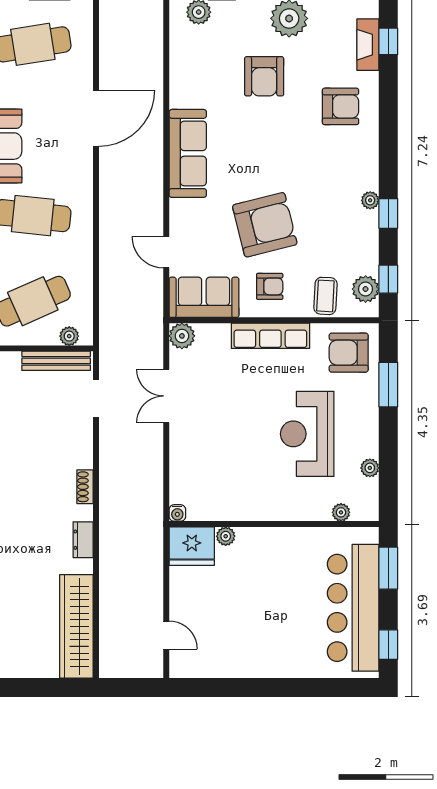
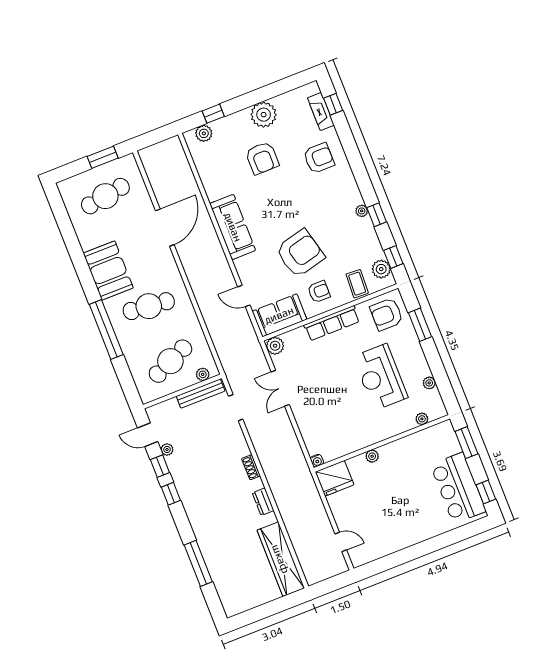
plant: (226, 536) -> (372, 456), moved
bar counter: (353, 608) -> (458, 488), width x0.73

